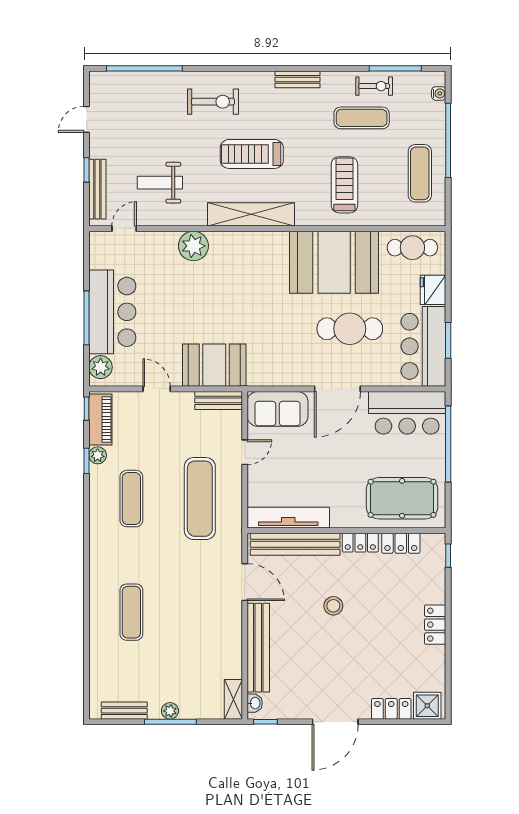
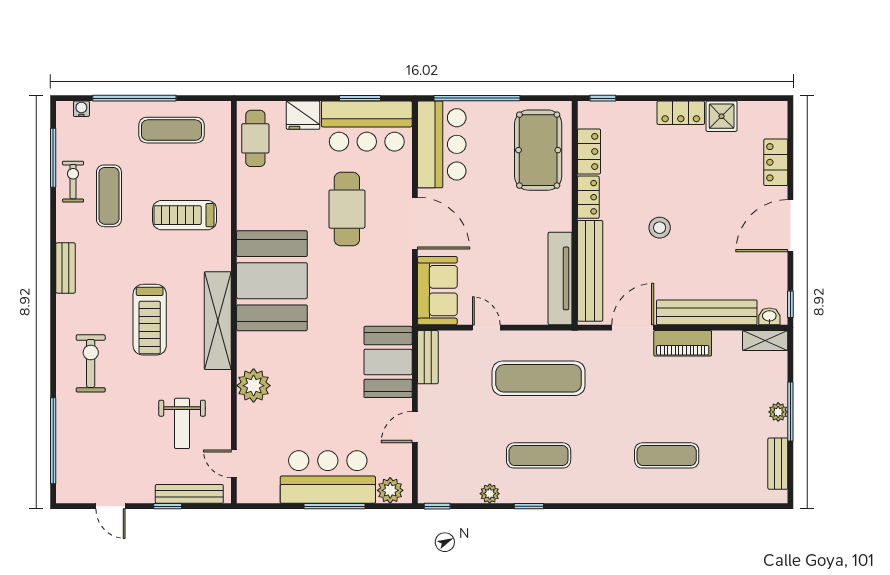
booth: (334, 262) -> (272, 281), moved
piano: (100, 419) -> (683, 343), moved, turned 180
window: (87, 461) -> (529, 506), moved
shower: (427, 706) -> (722, 116), moved
door: (335, 722) -> (790, 226), swing flipped

